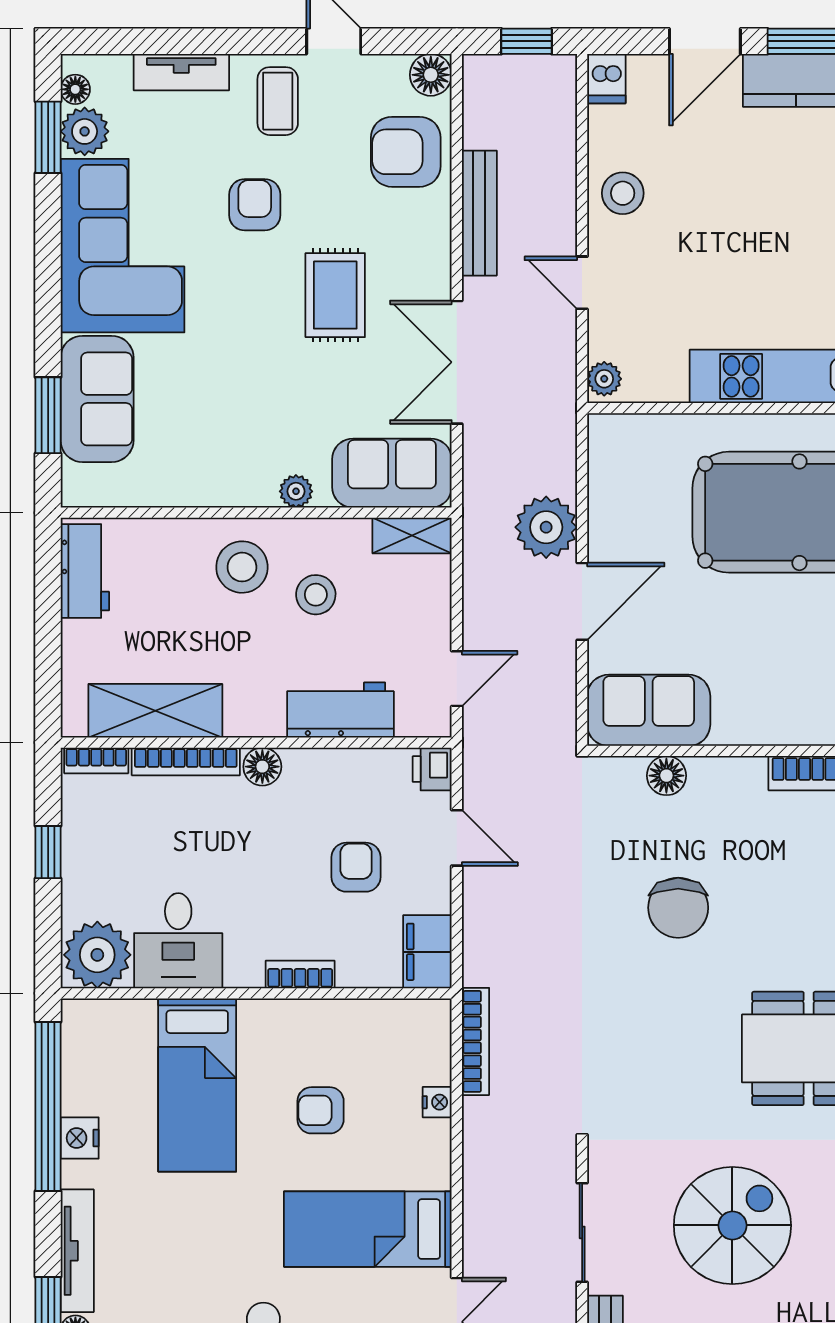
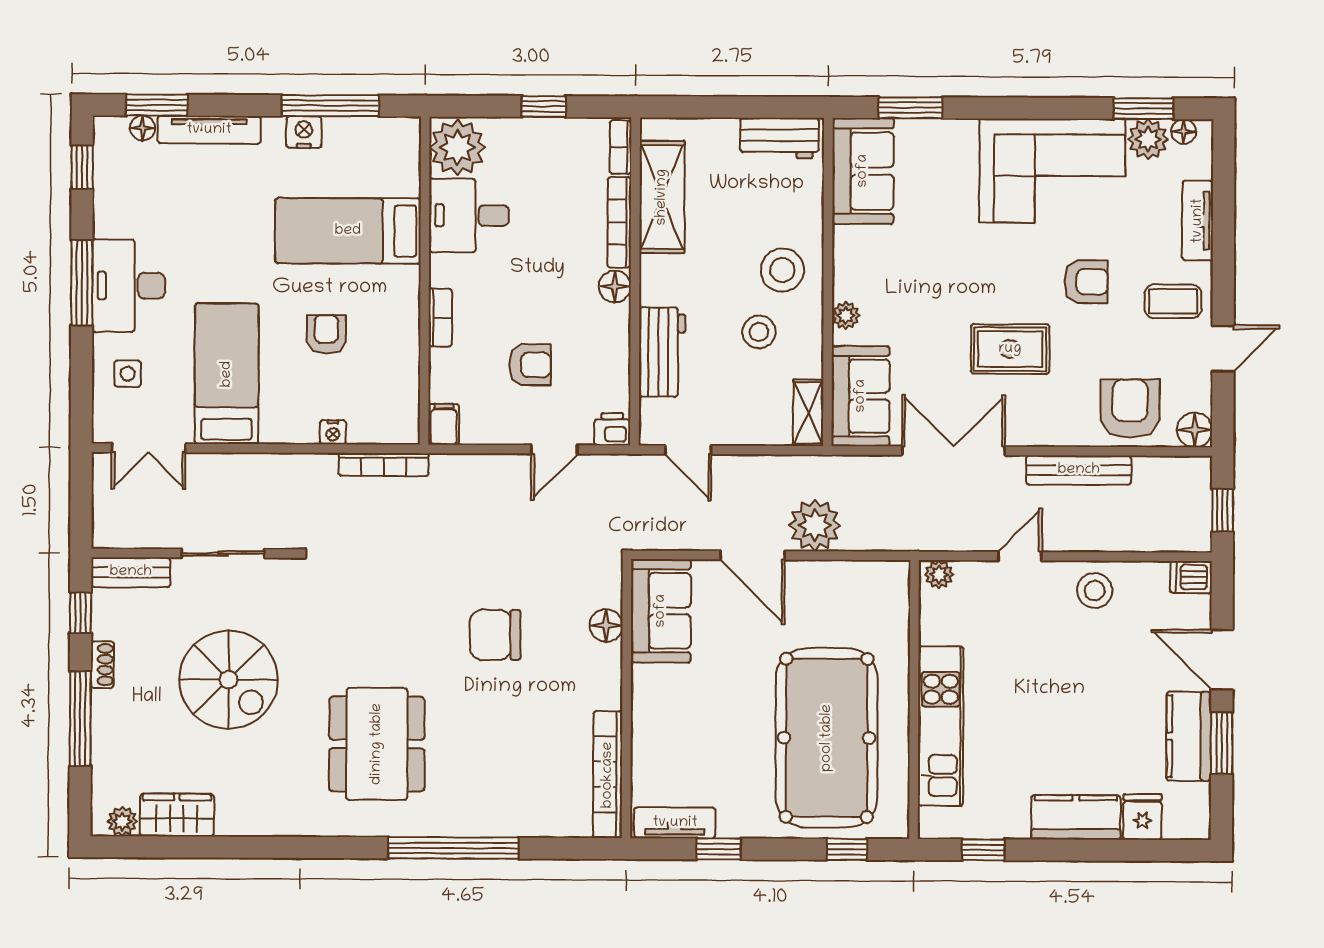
sofa: (97, 399) -> (863, 171), moved, turned -90
filing cabinet: (427, 952) -> (444, 424), width x0.50
window: (48, 1107) -> (330, 106), width x0.68

